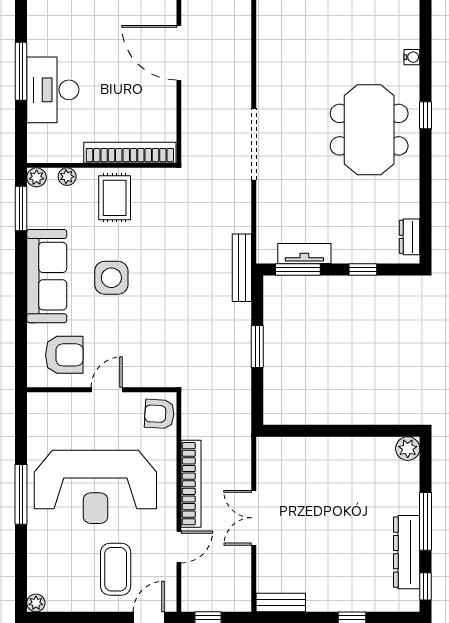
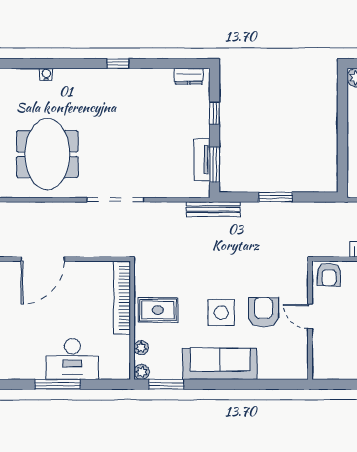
window: (426, 115) -> (118, 64), moved
meeting table: (369, 130) -> (47, 154), moved, turned 90
armchair: (64, 355) -> (263, 312), moved

